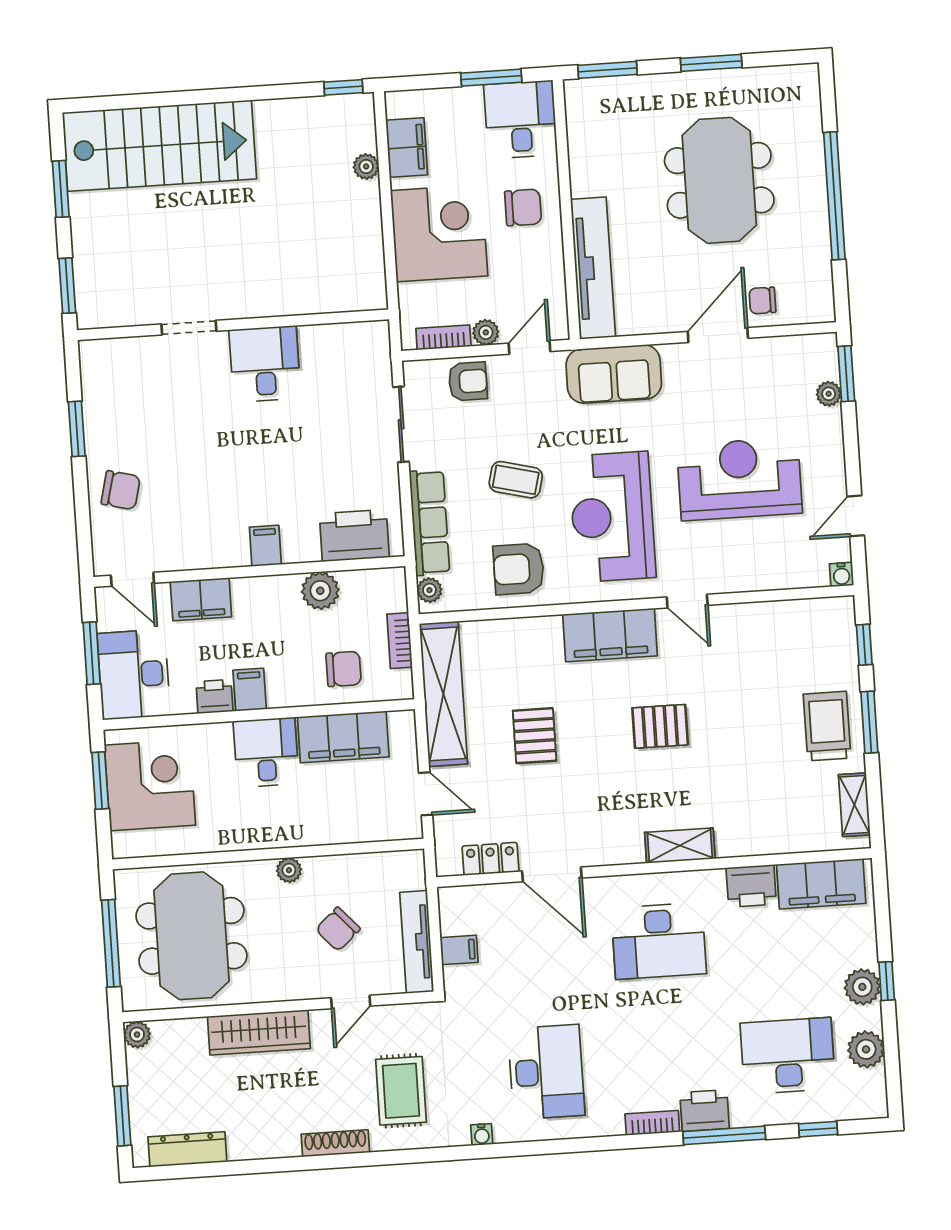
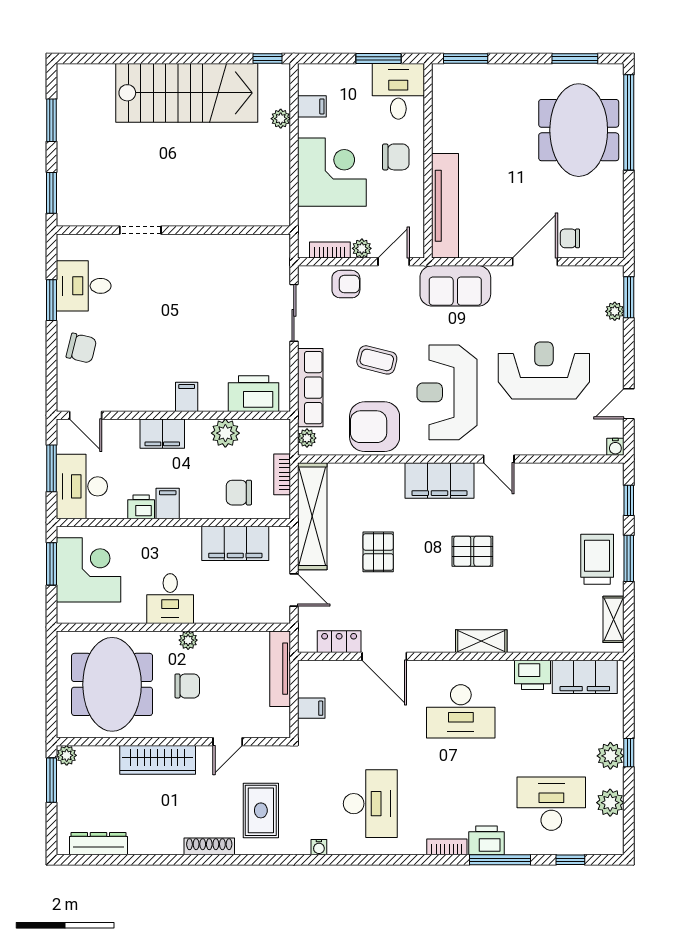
window: (711, 63) -> (575, 58), moved
stairs: (159, 146) -> (187, 93), moved
filing cabinet: (407, 148) -> (312, 106), width x0.50
meeting table: (719, 180) -> (579, 130), moved
window: (834, 196) -> (629, 122), moved
desk: (265, 364) -> (84, 286), moved, turned -90
armchair: (519, 569) -> (375, 427), width x1.36, depth x1.36
filing cabinet: (201, 599) -> (162, 434), moved
chair: (344, 669) -> (239, 493), turned 180
desk: (266, 752) -> (170, 599), moved, turned 180
chair: (338, 929) -> (187, 686), moved, turned -138
tv unit: (417, 942) -> (280, 669), moved
window: (111, 943) -> (52, 686), removed
window: (122, 1116) -> (52, 780), moved

